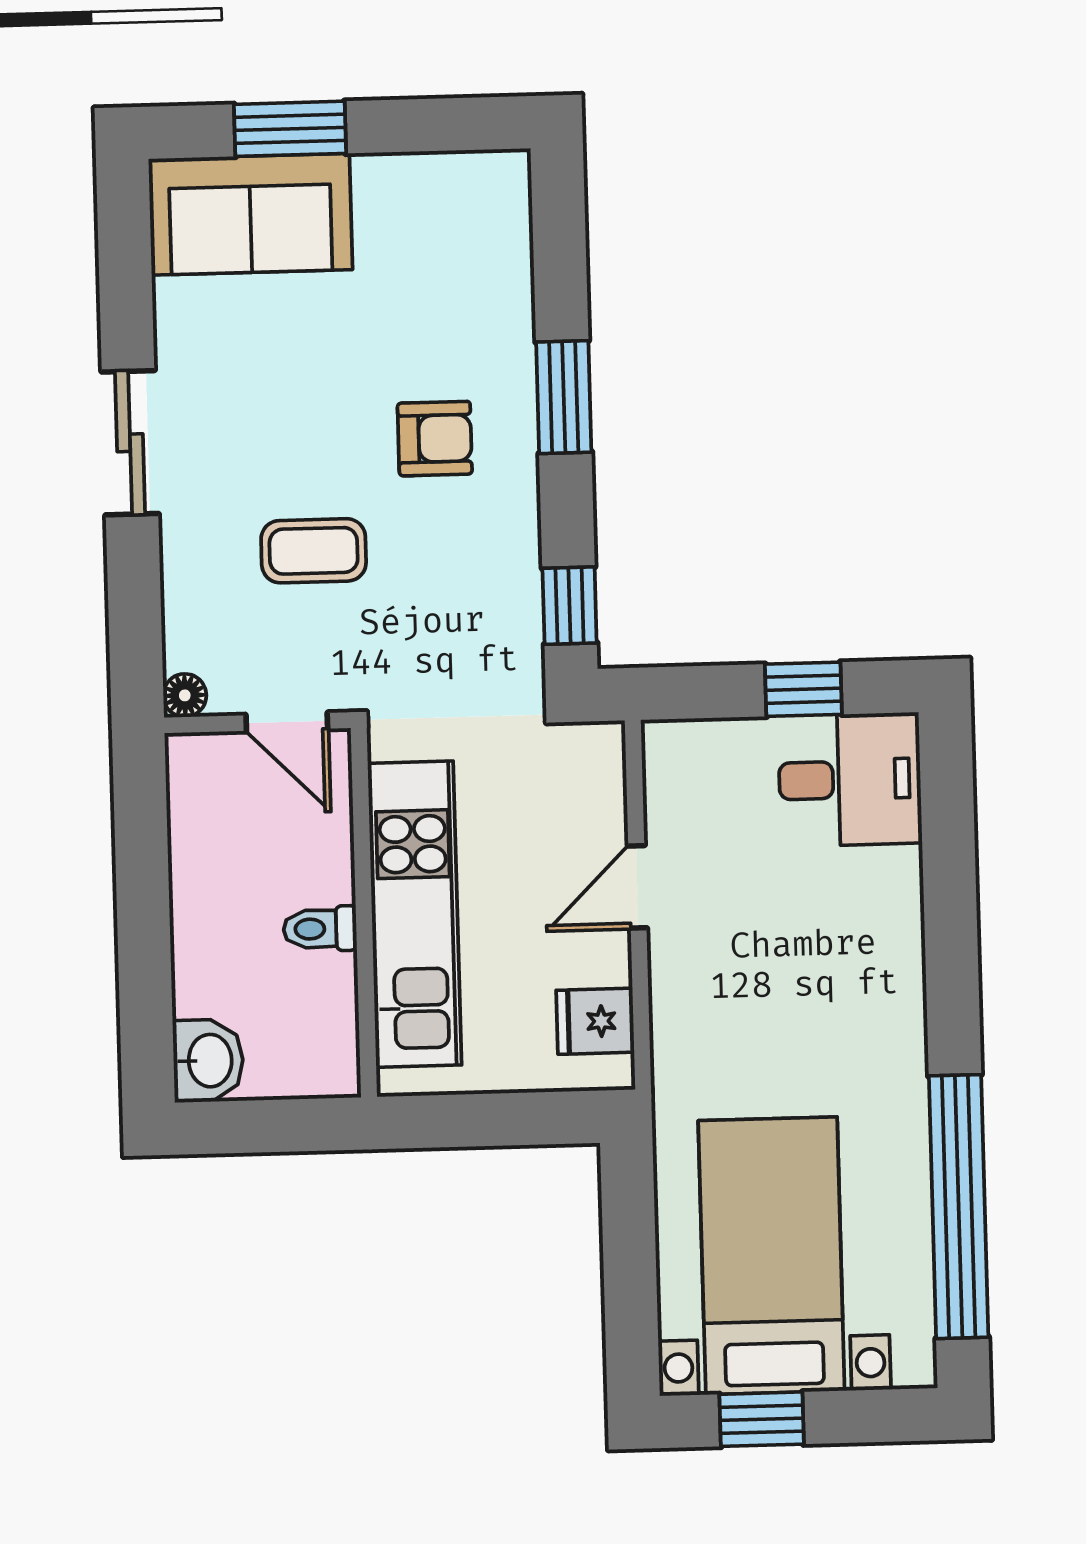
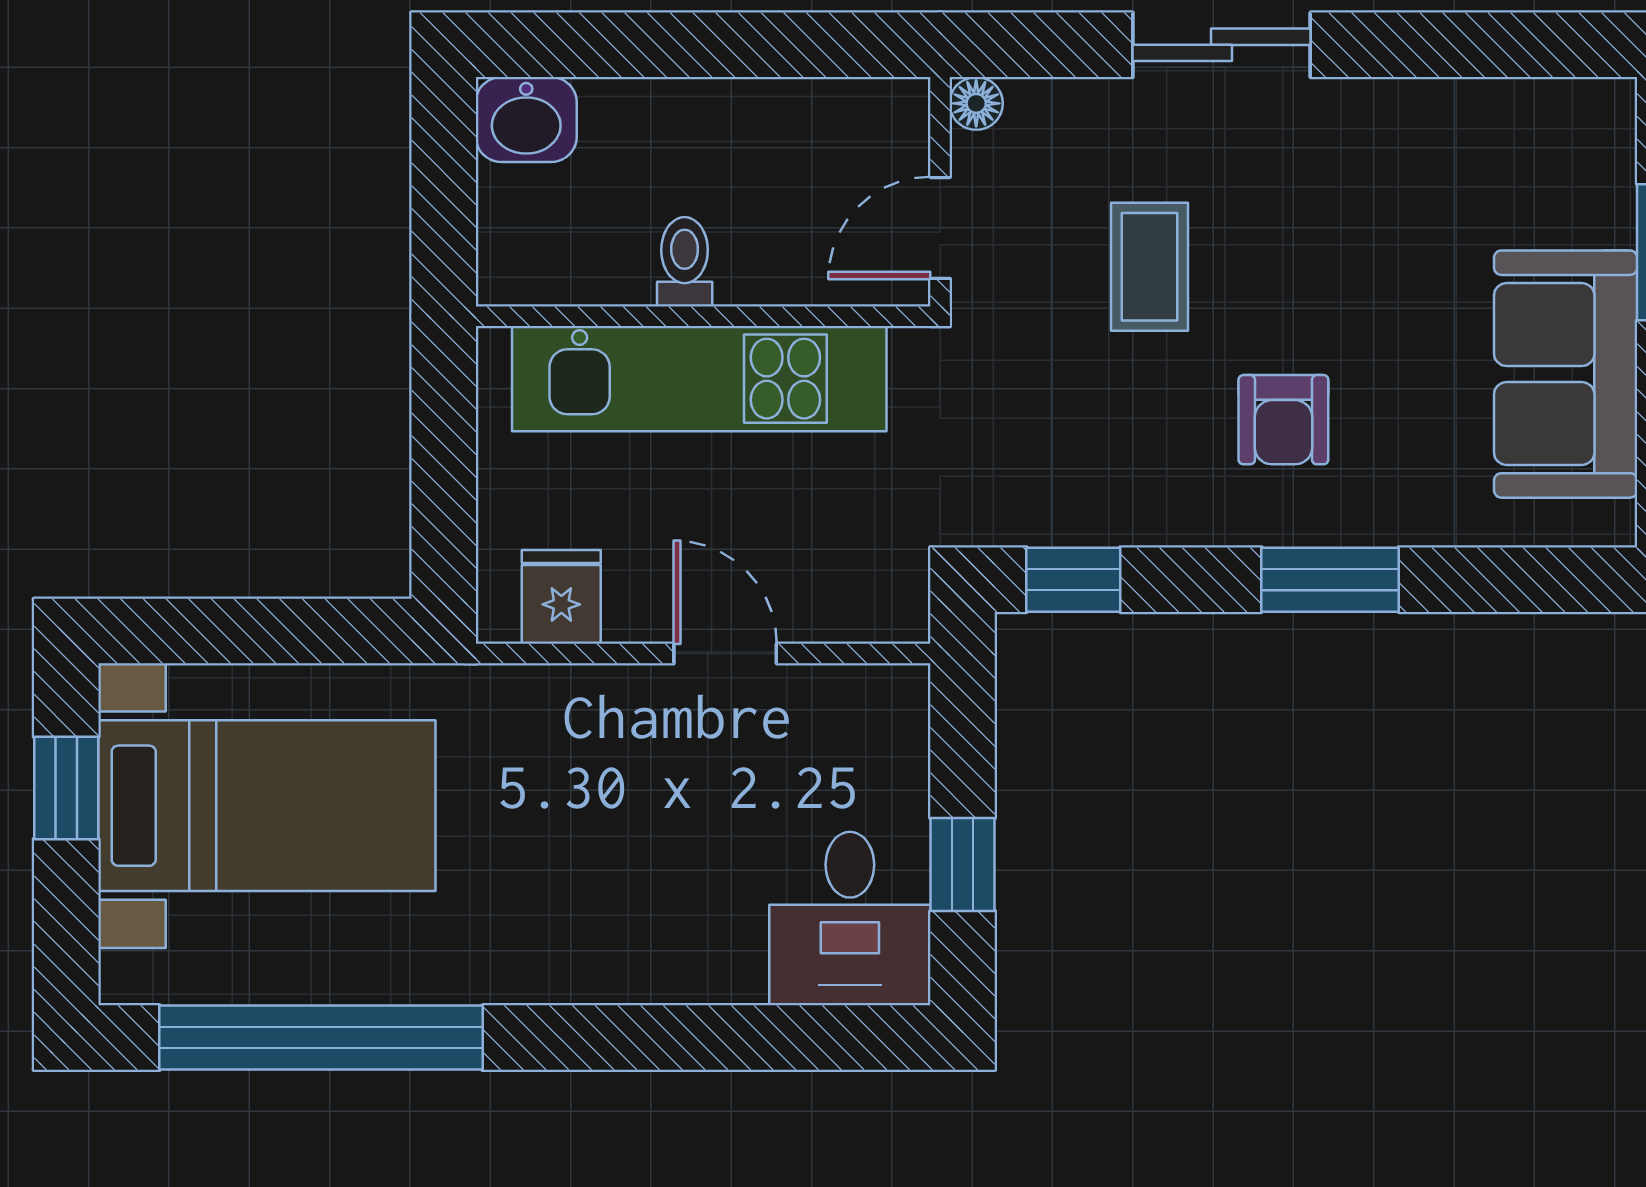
sofa: (250, 214) -> (1566, 374), moved
sliding door: (130, 443) -> (1222, 45), moved

